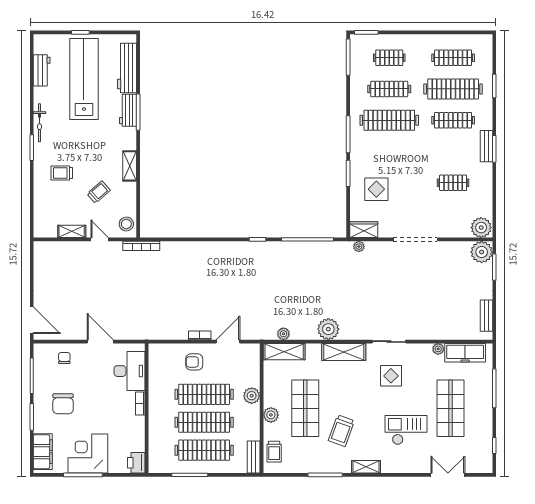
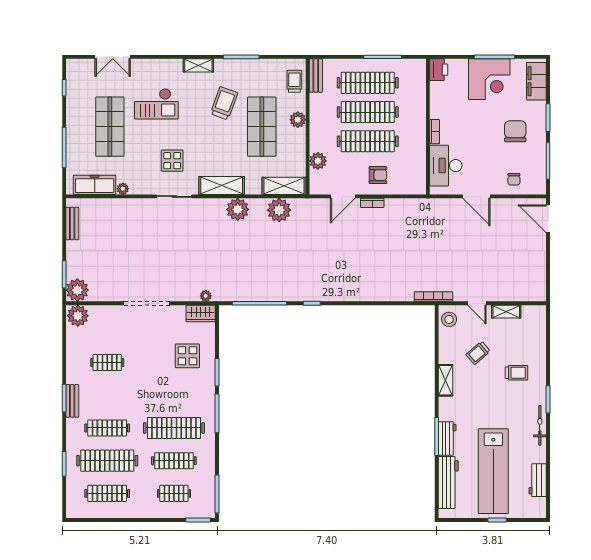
plant: (283, 334) -> (279, 210), width x1.87, depth x1.87
plant: (252, 396) -> (318, 161), moved

